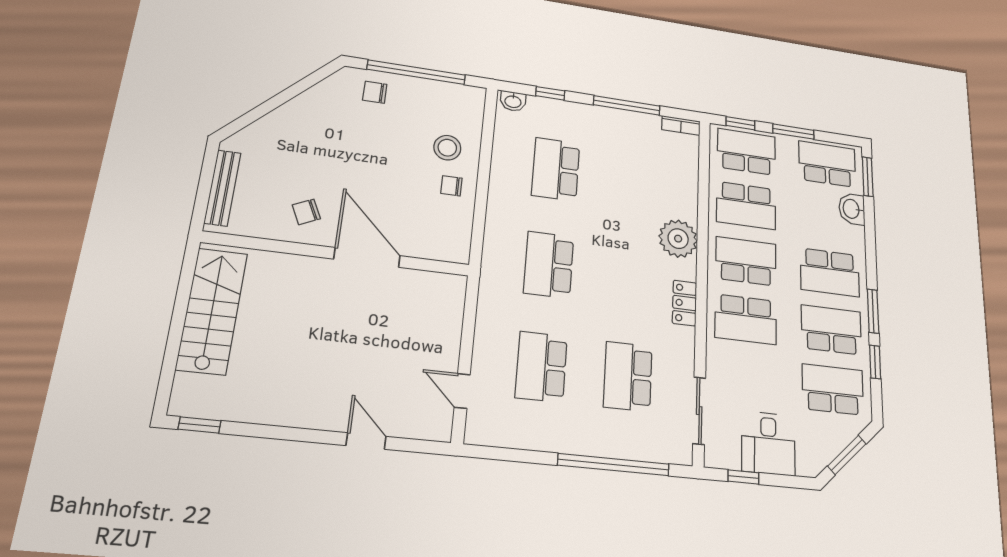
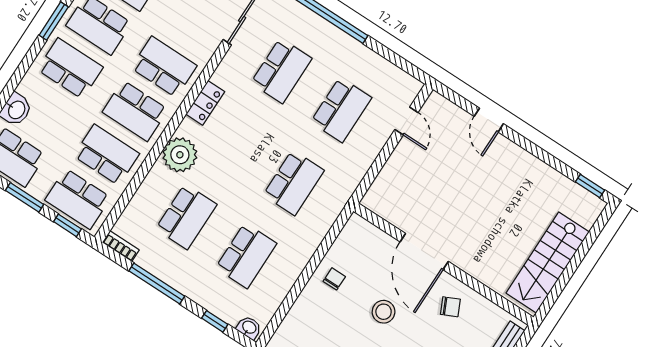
stool: (447, 148) -> (384, 312), moved
school desk: (636, 181) -> (186, 217), added
chair: (451, 186) -> (334, 279), turned -90

